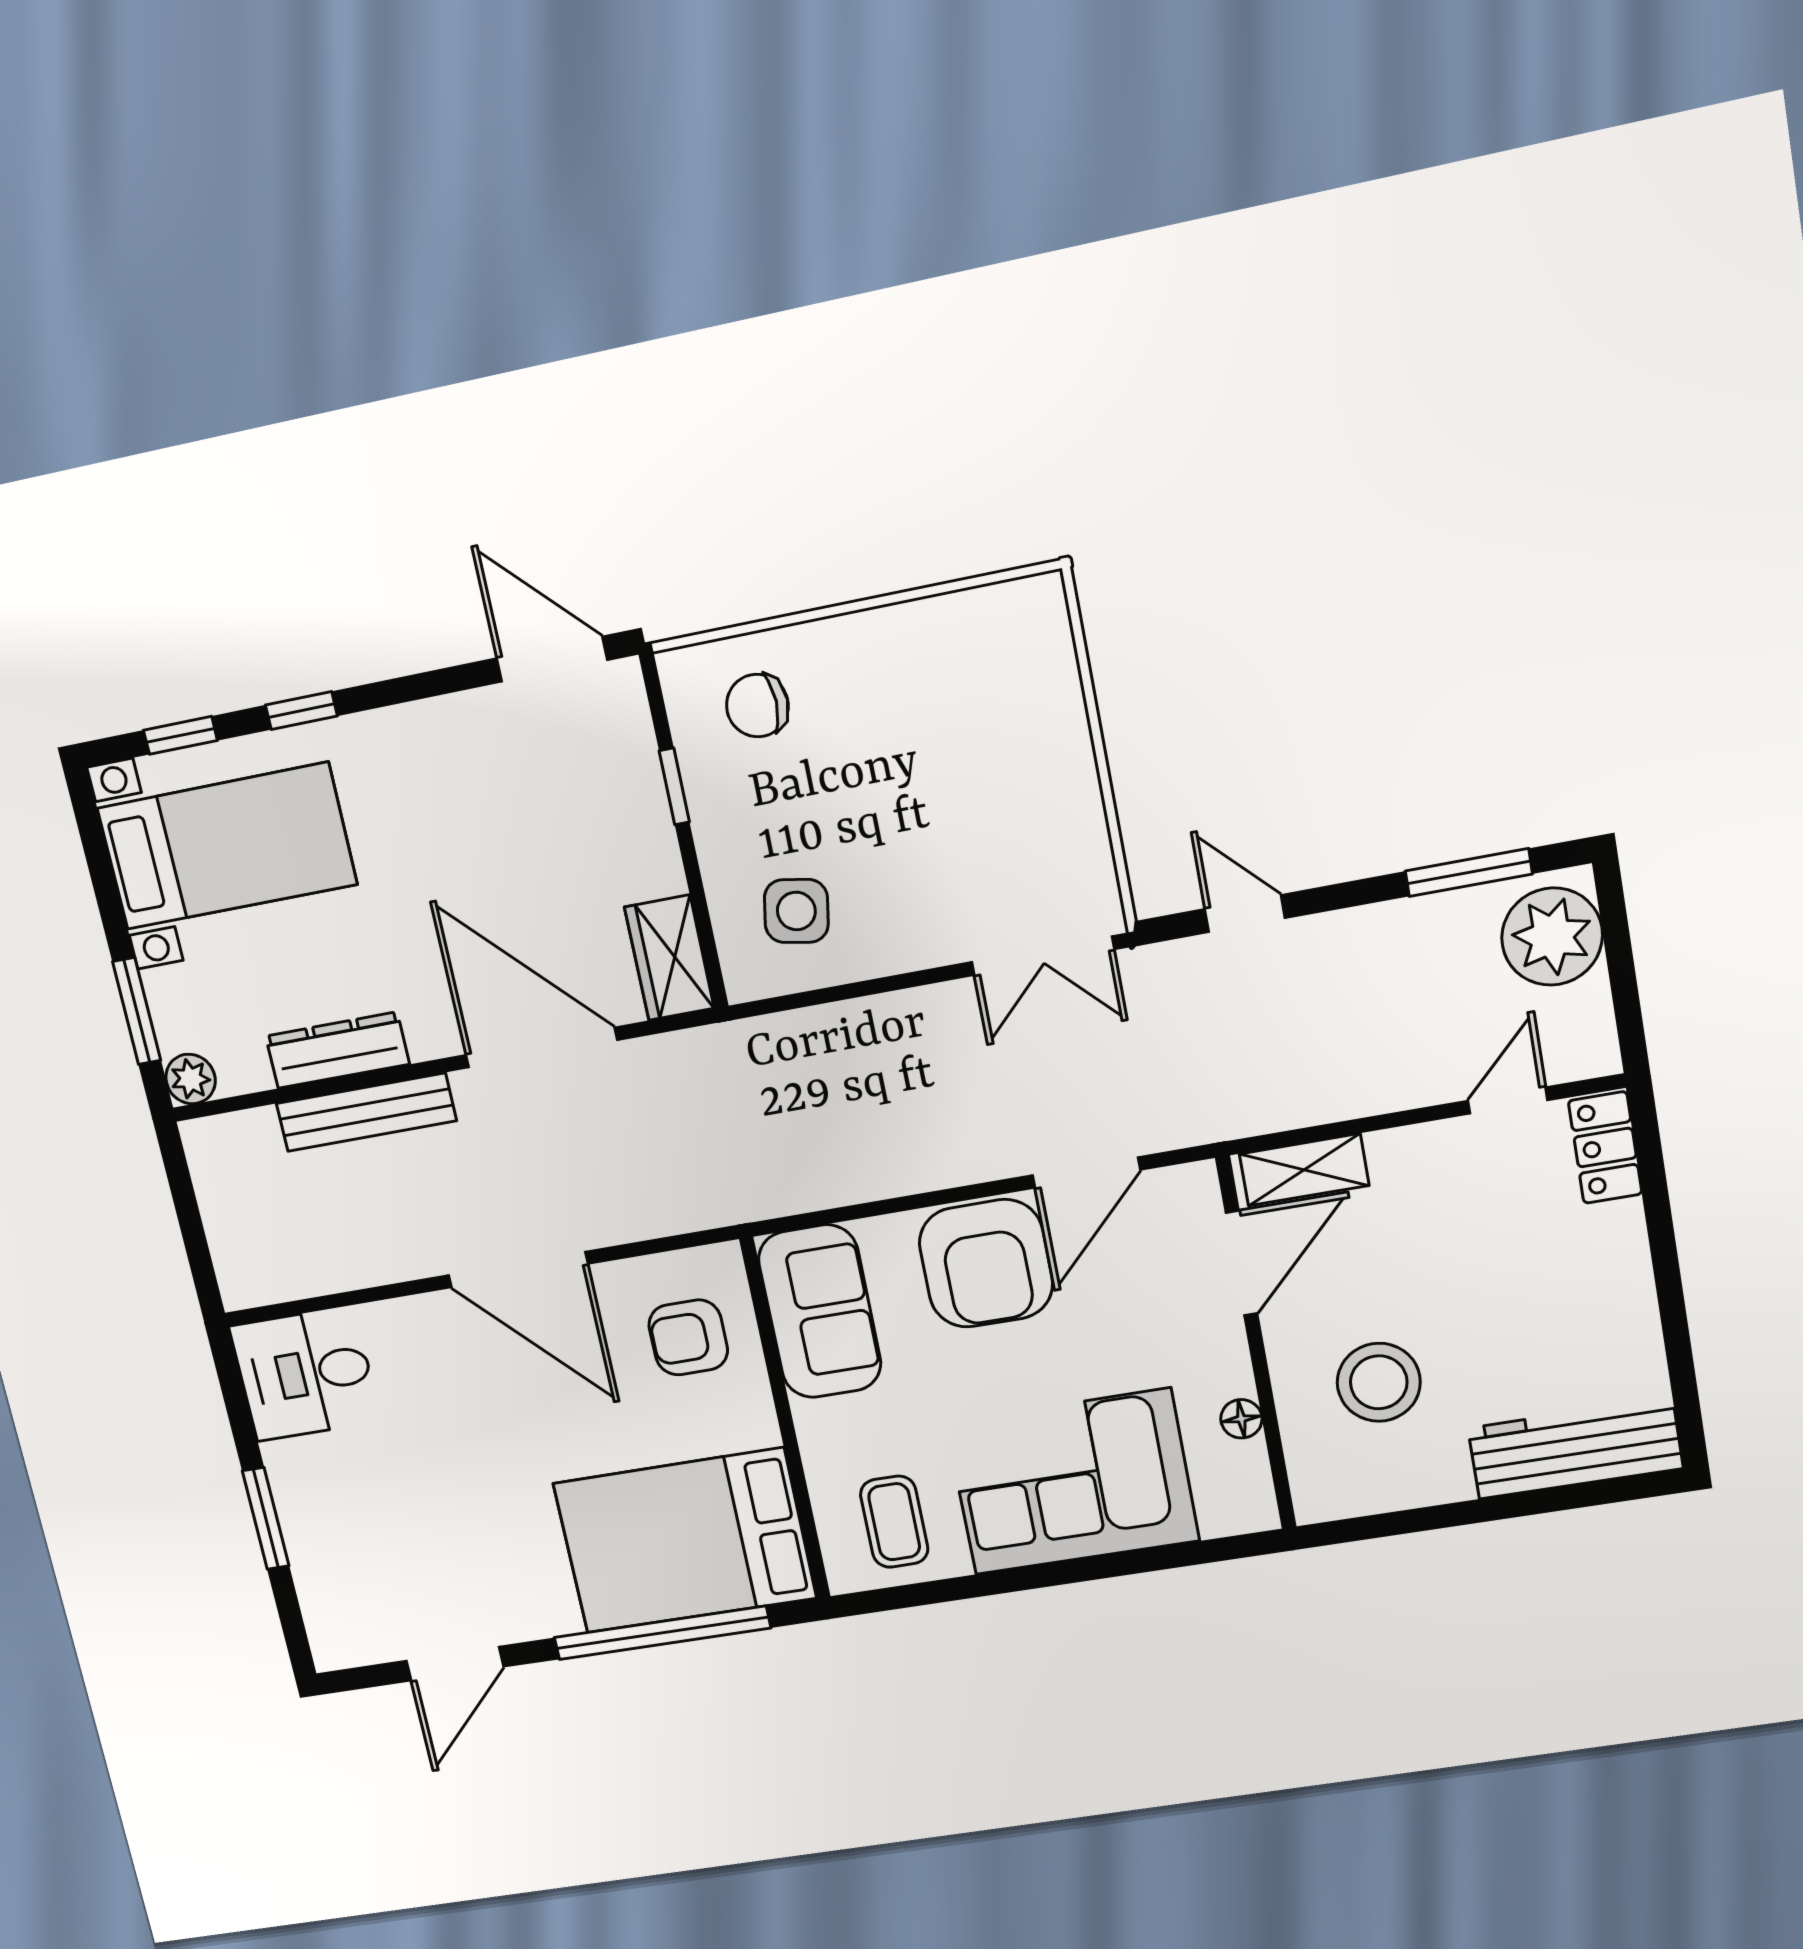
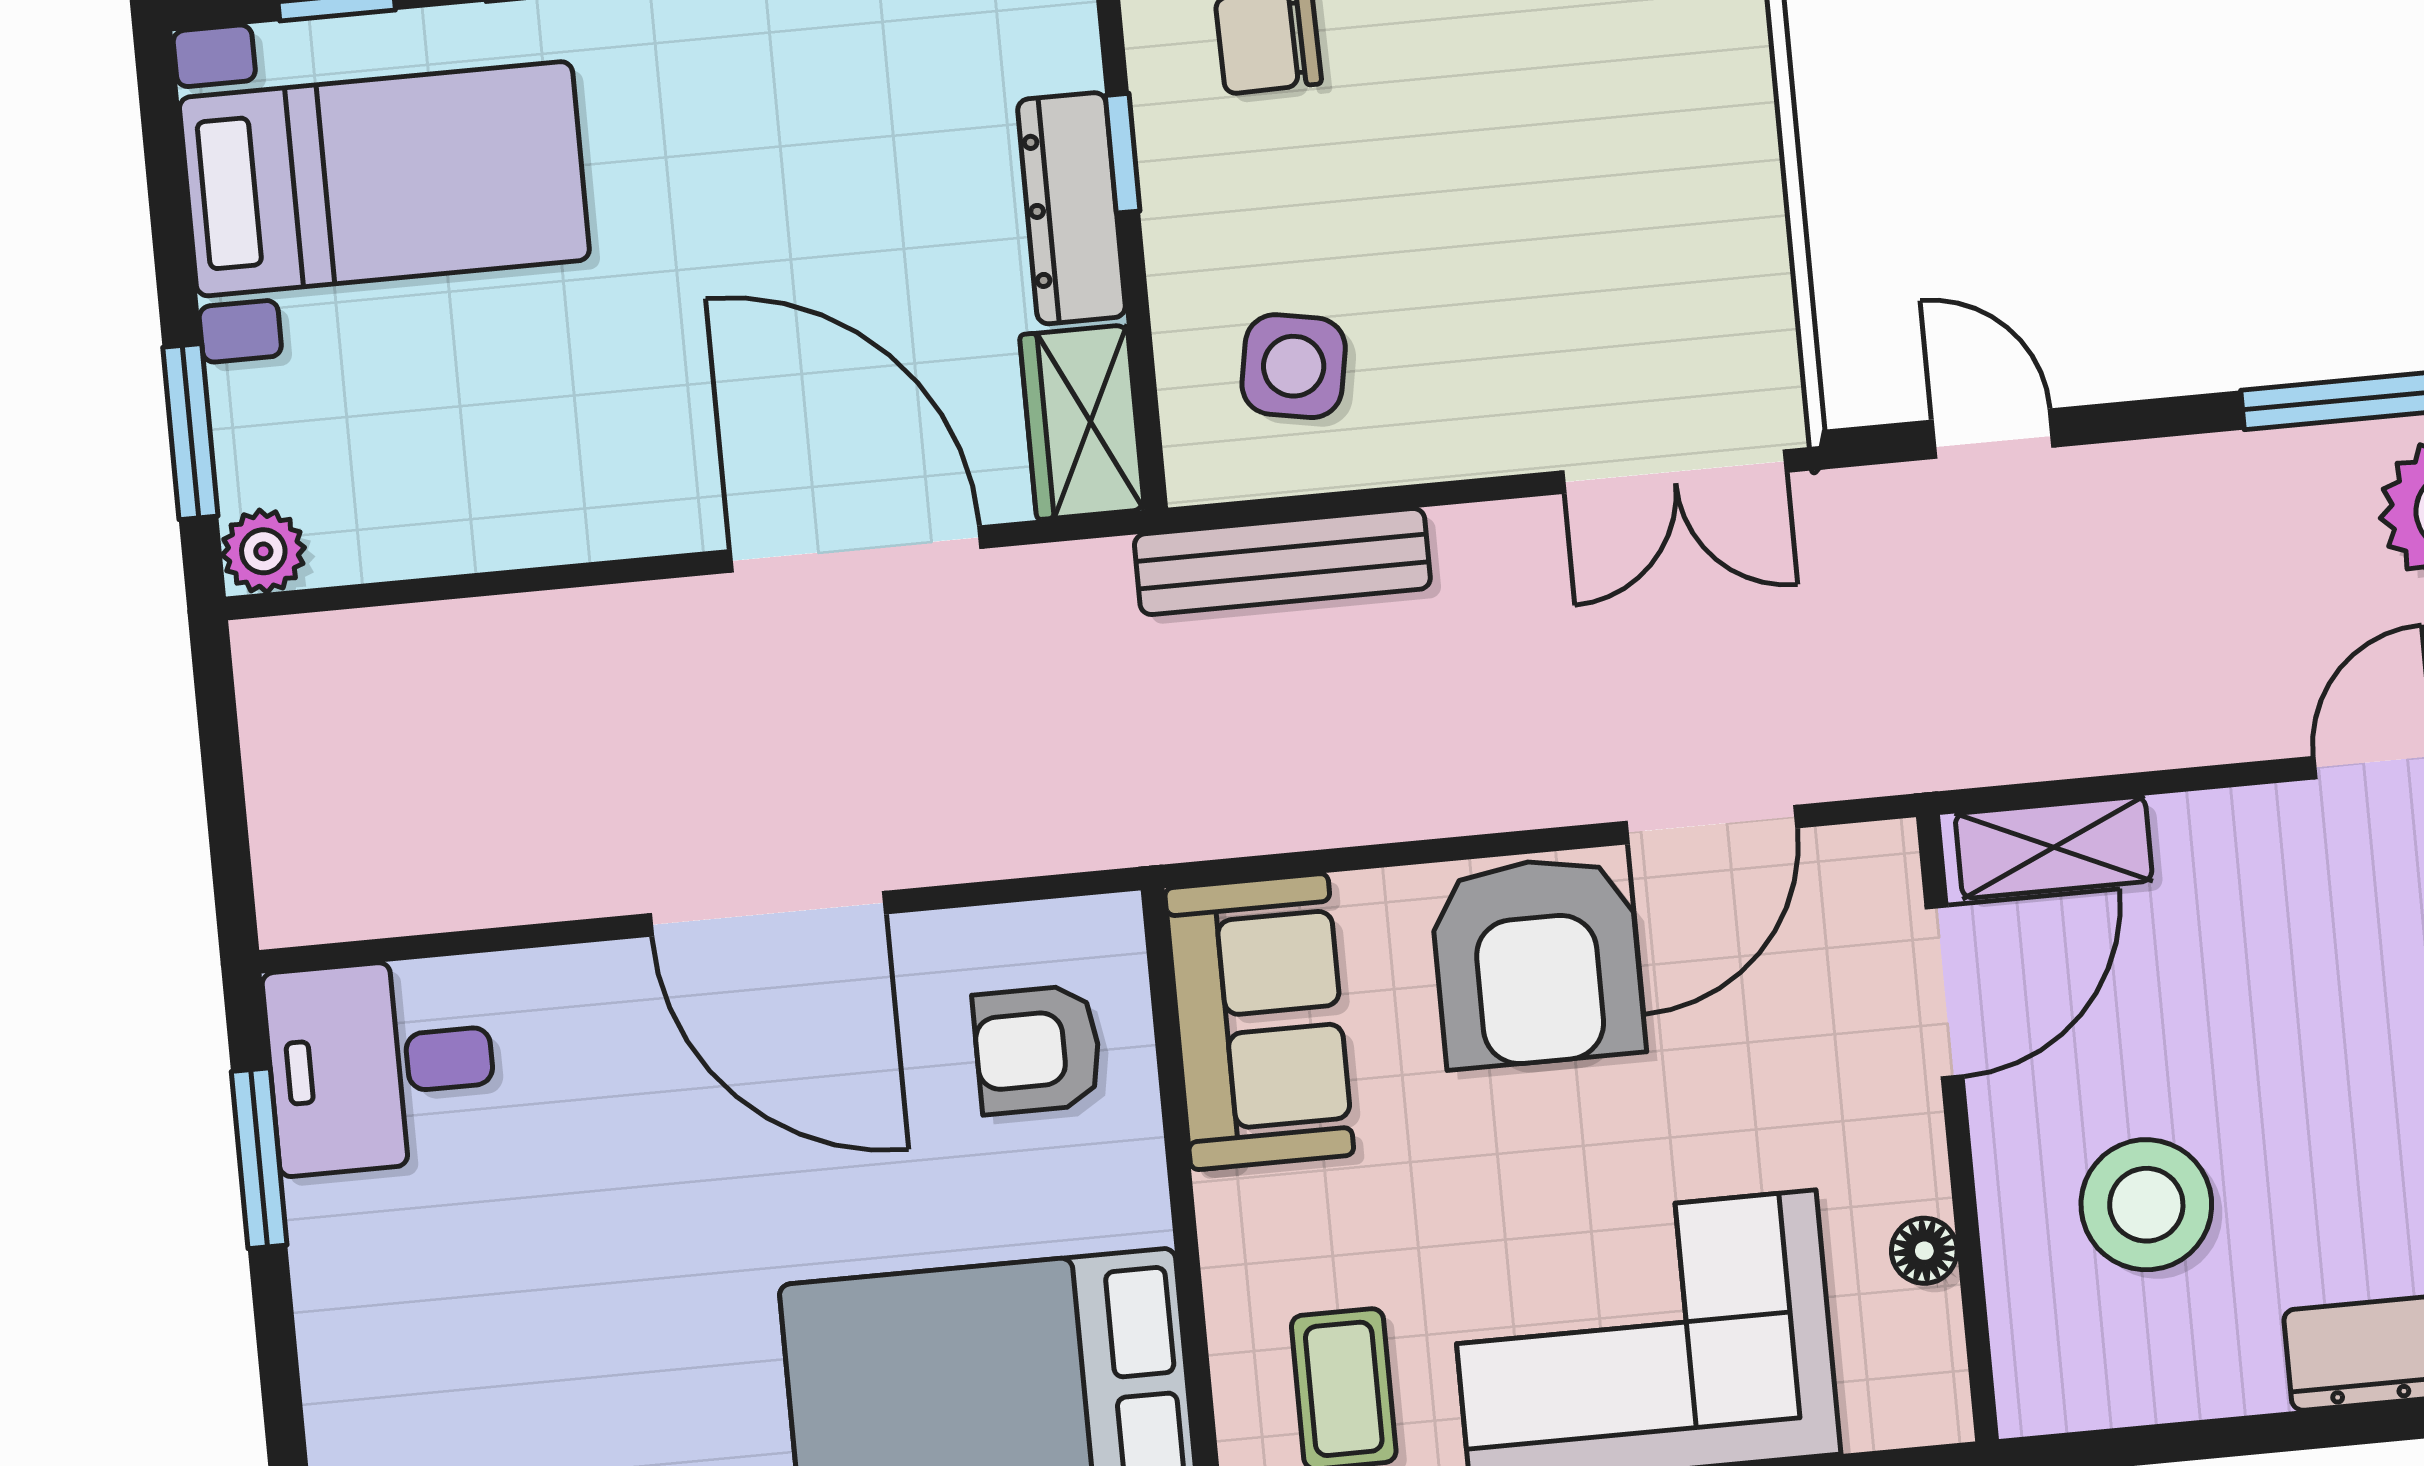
dresser: (337, 1050) -> (1071, 208), moved, turned -90
bench: (366, 1112) -> (1282, 561), moved
window: (266, 1518) -> (259, 1158), moved

